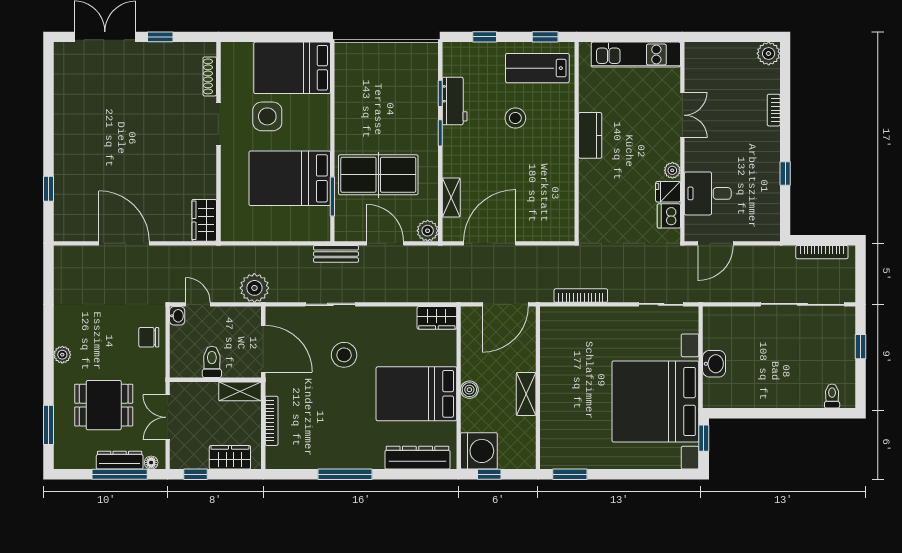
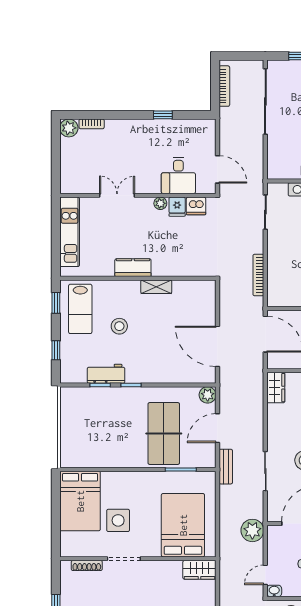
bookcase: (774, 110) -> (92, 124), moved
bed: (290, 178) -> (183, 525), moved, turned 180
shelving: (451, 197) -> (156, 287), moved

